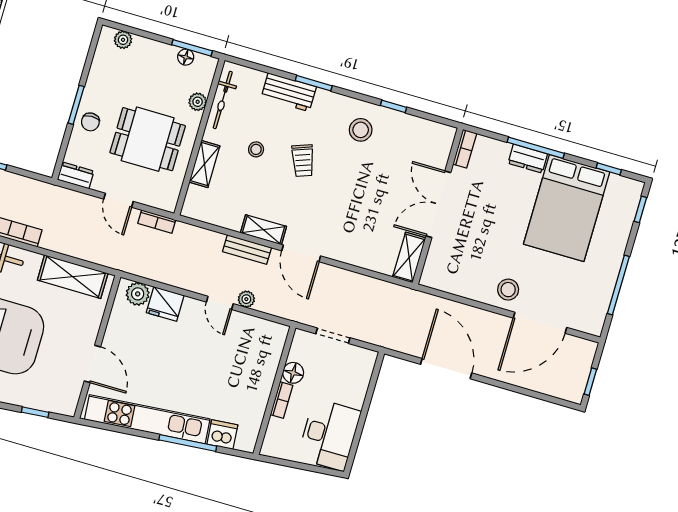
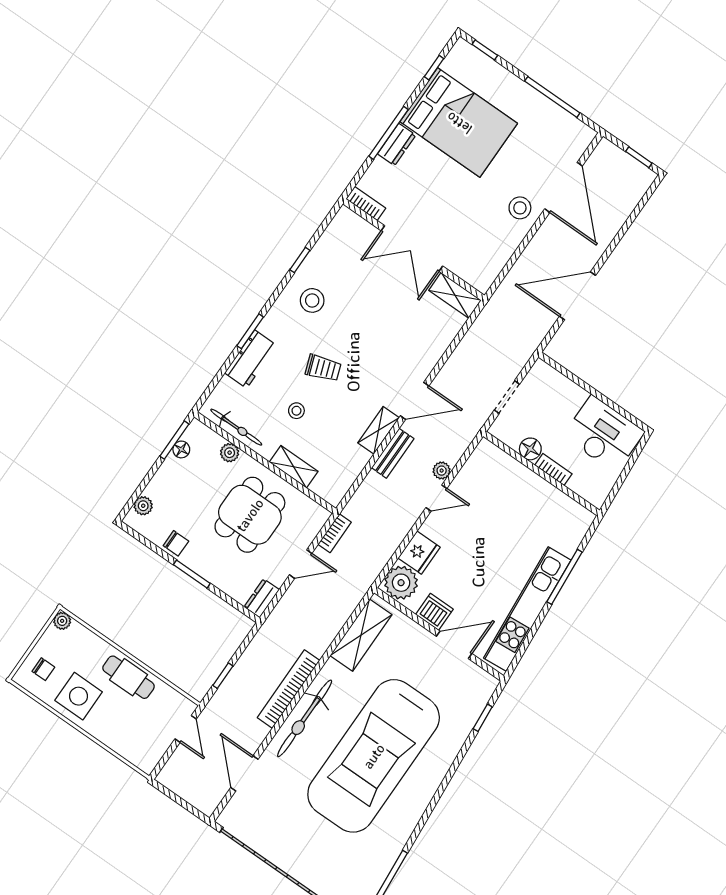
chair: (90, 122) -> (176, 543), moved
plant: (138, 294) -> (401, 583), width x1.36, depth x1.36
dishwasher: (222, 435) -> (434, 612), moved, turned 95

